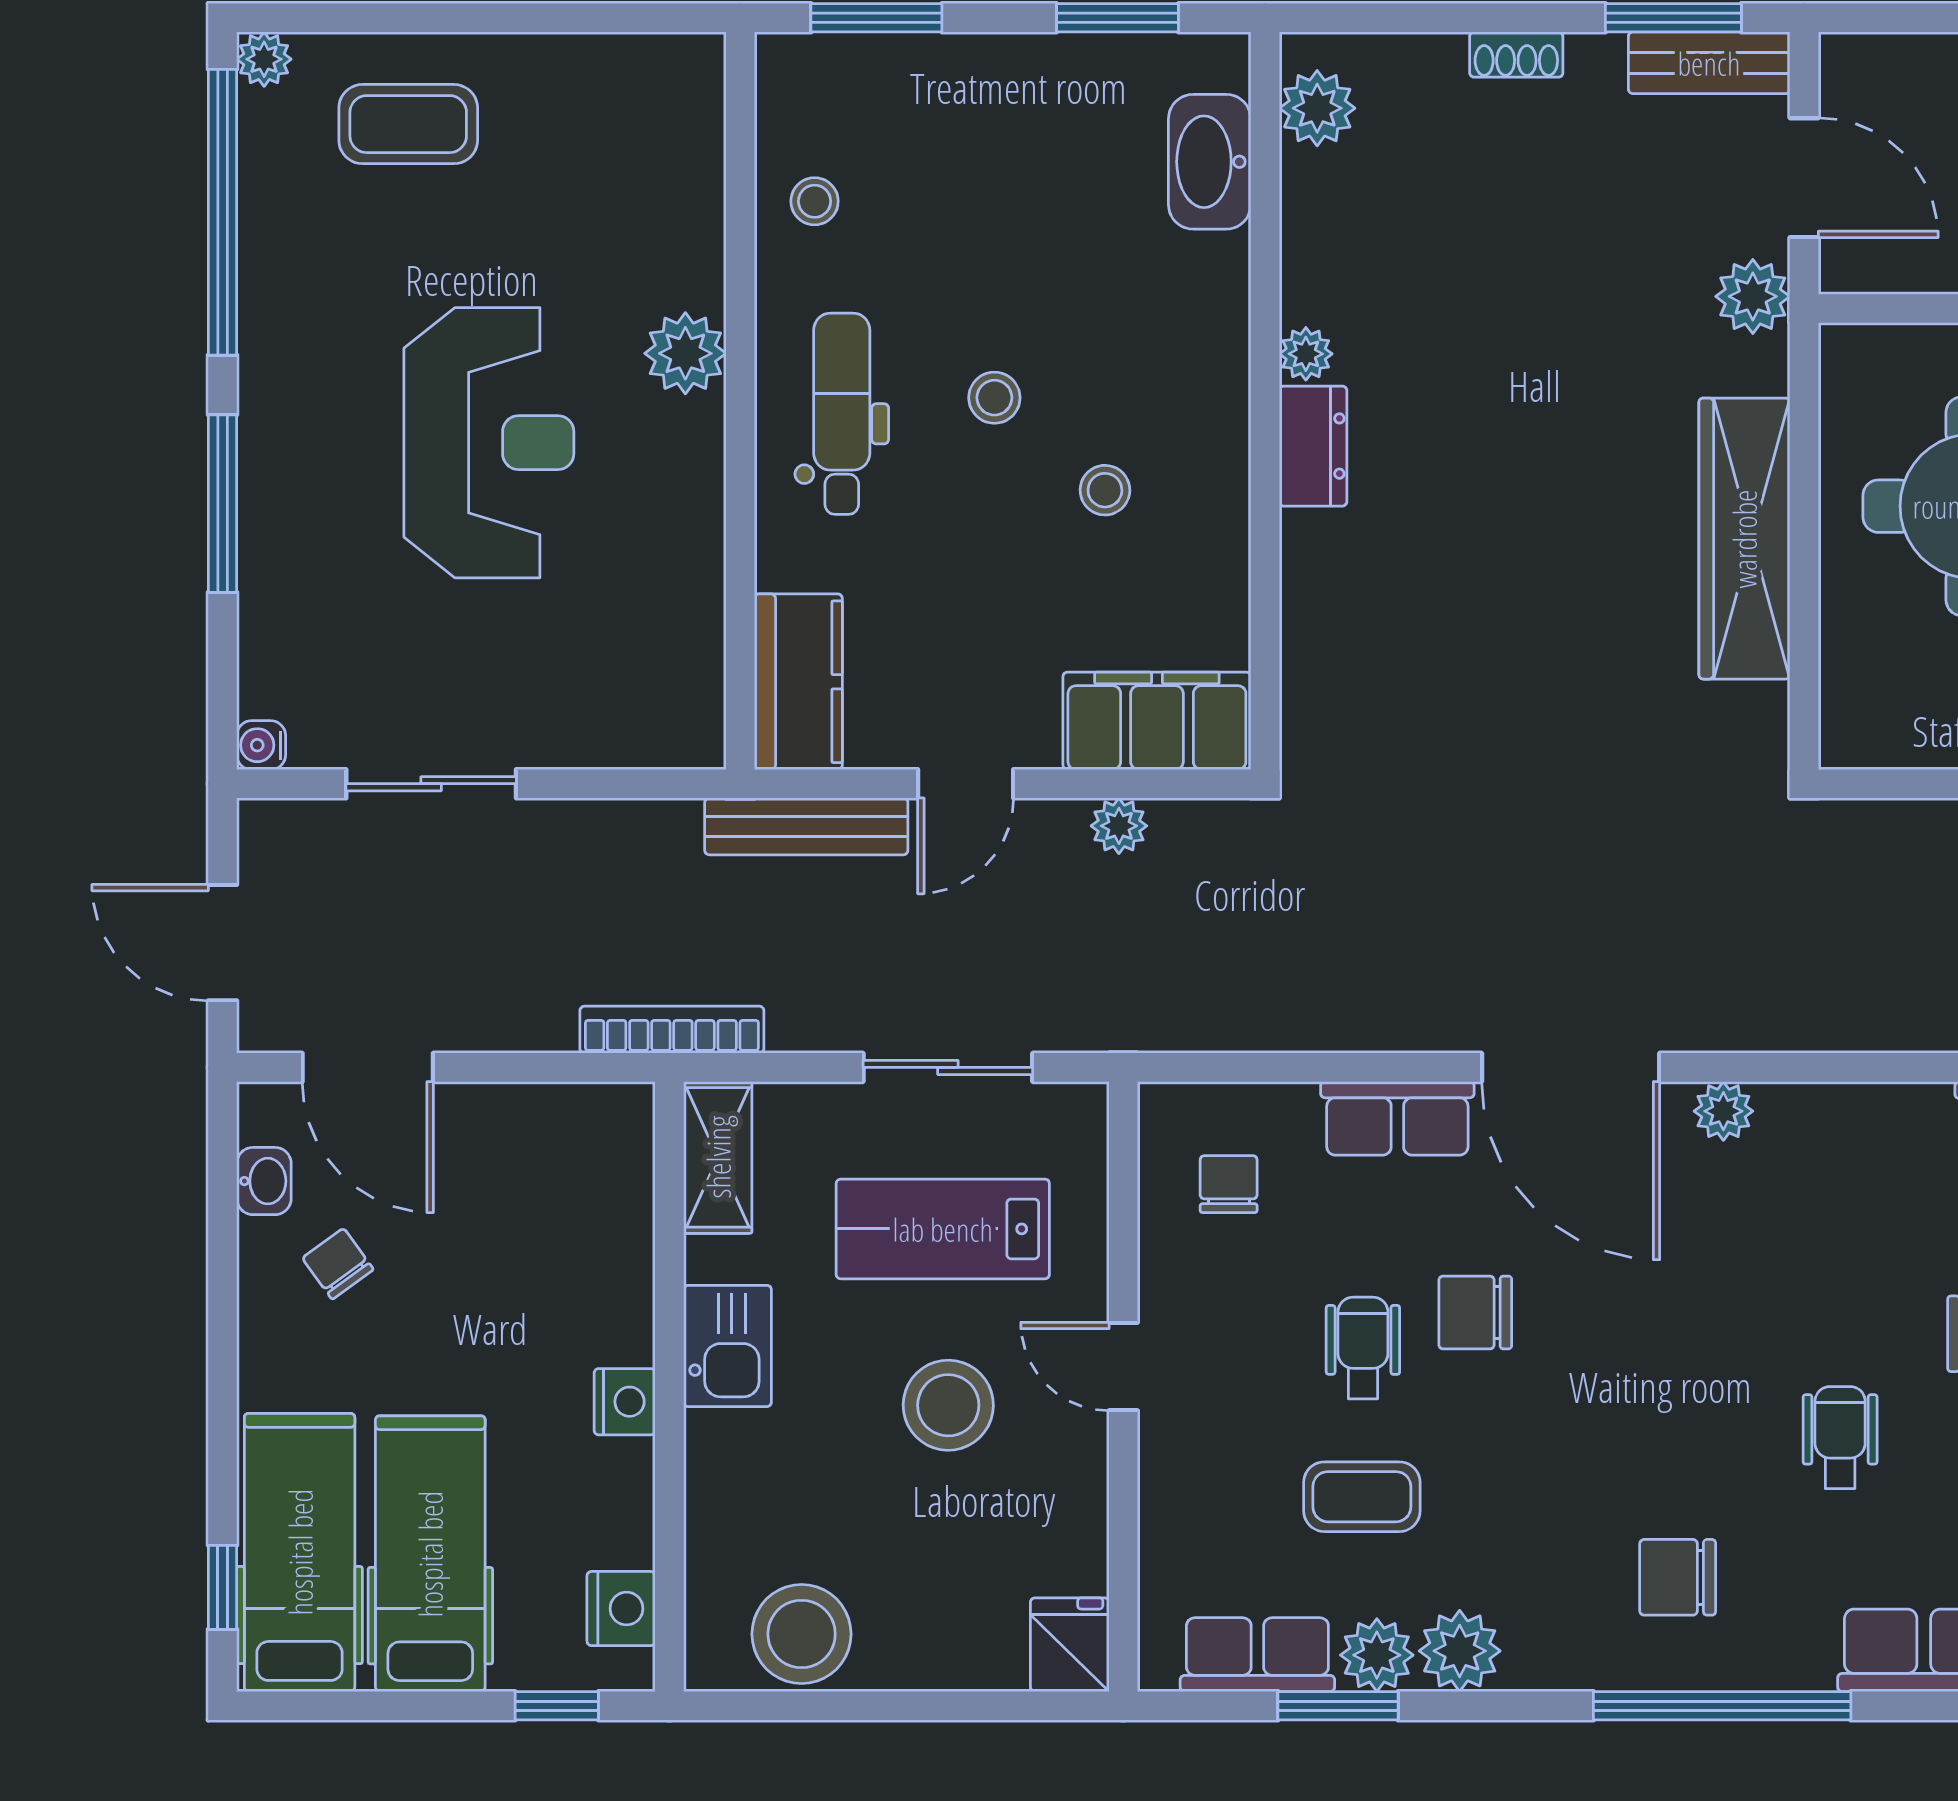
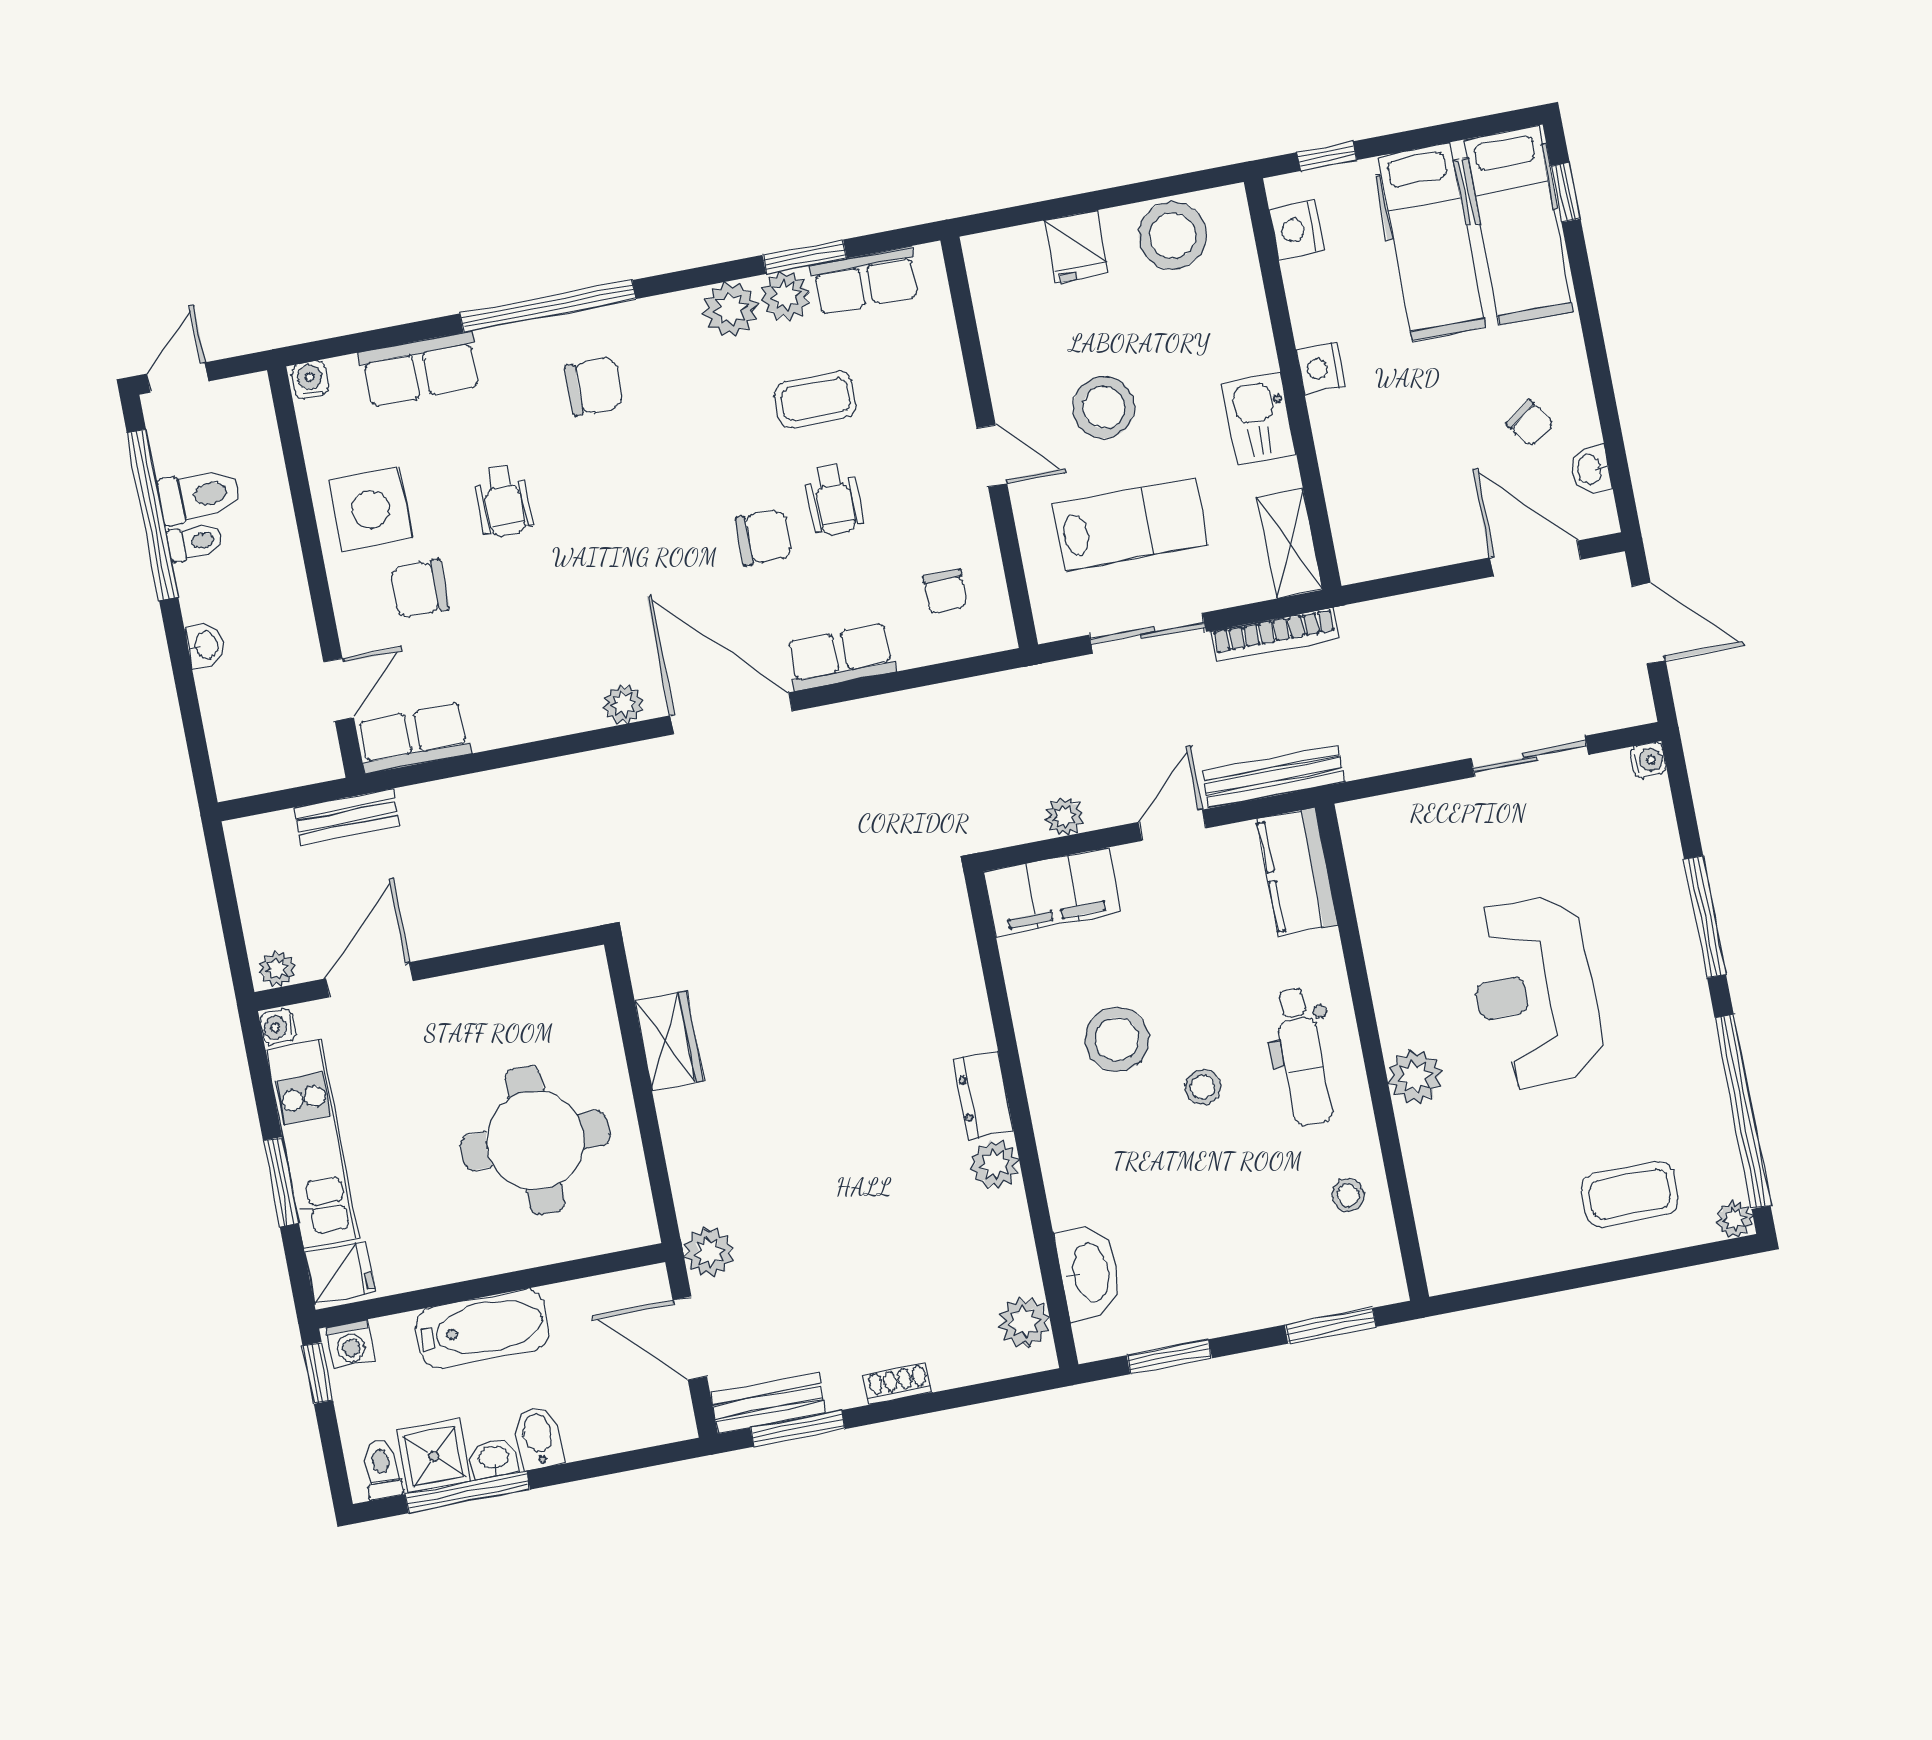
plant: (1306, 354) -> (995, 1164), width x1.38, depth x1.38
stool: (1105, 490) -> (1117, 1039), width x1.89, depth x1.89
wardrobe: (1744, 539) -> (669, 1041), width x0.48, depth x0.85
bookcase: (672, 1030) -> (1275, 635), moved
fridge: (1070, 1645) -> (1077, 247), moved

